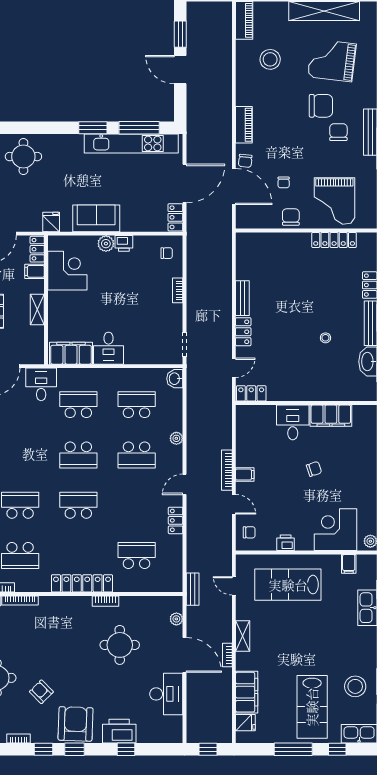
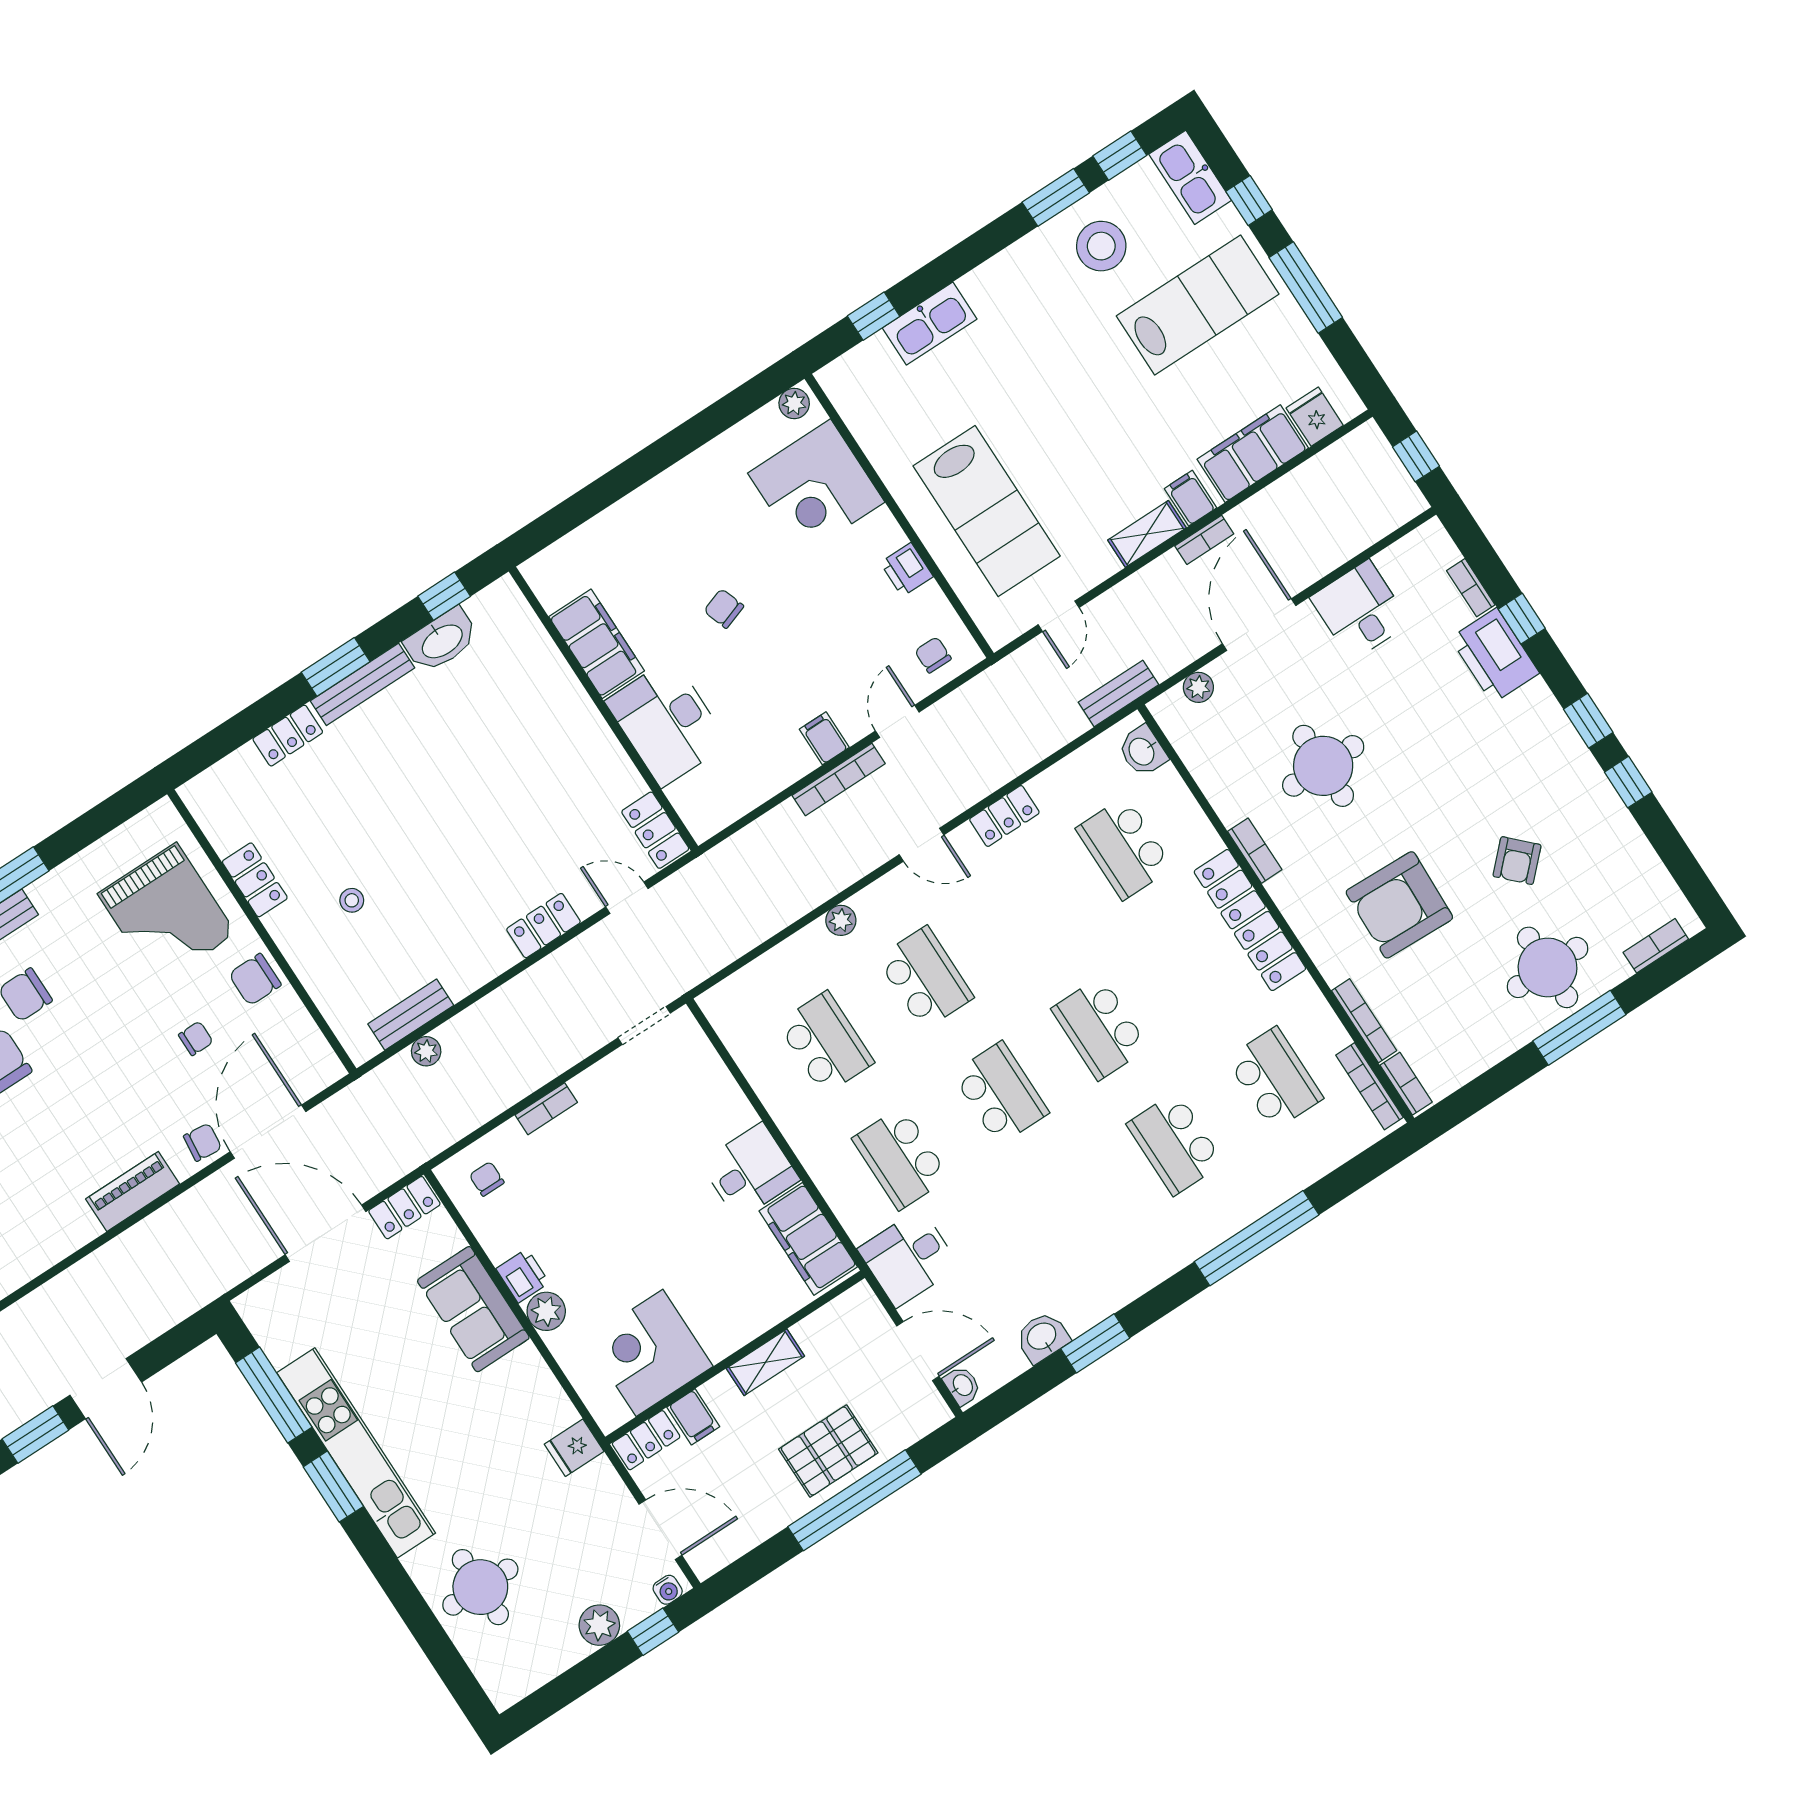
kitchen unit: (131, 144) -> (356, 1453), moved
grand piano: (334, 201) -> (167, 914), turned 90
sofa: (96, 218) -> (473, 1309), moved
locker: (334, 240) -> (255, 880), width x0.66
plant: (226, 261) -> (426, 1051), added
bench: (242, 298) -> (411, 1015), moved
stool: (325, 338) -> (352, 900), moved
washbasin: (175, 379) -> (1142, 751), moved, turned 90
school desk: (137, 405) -> (826, 1043), turned 180
desk: (293, 422) -> (667, 723), width x1.37
filing cabinet: (349, 564) -> (1191, 498), moved, turned -90
desk: (166, 694) -> (1360, 610), width x0.73
armchair: (75, 724) -> (1399, 905), moved
bookcase: (19, 738) -> (1471, 588), moved

